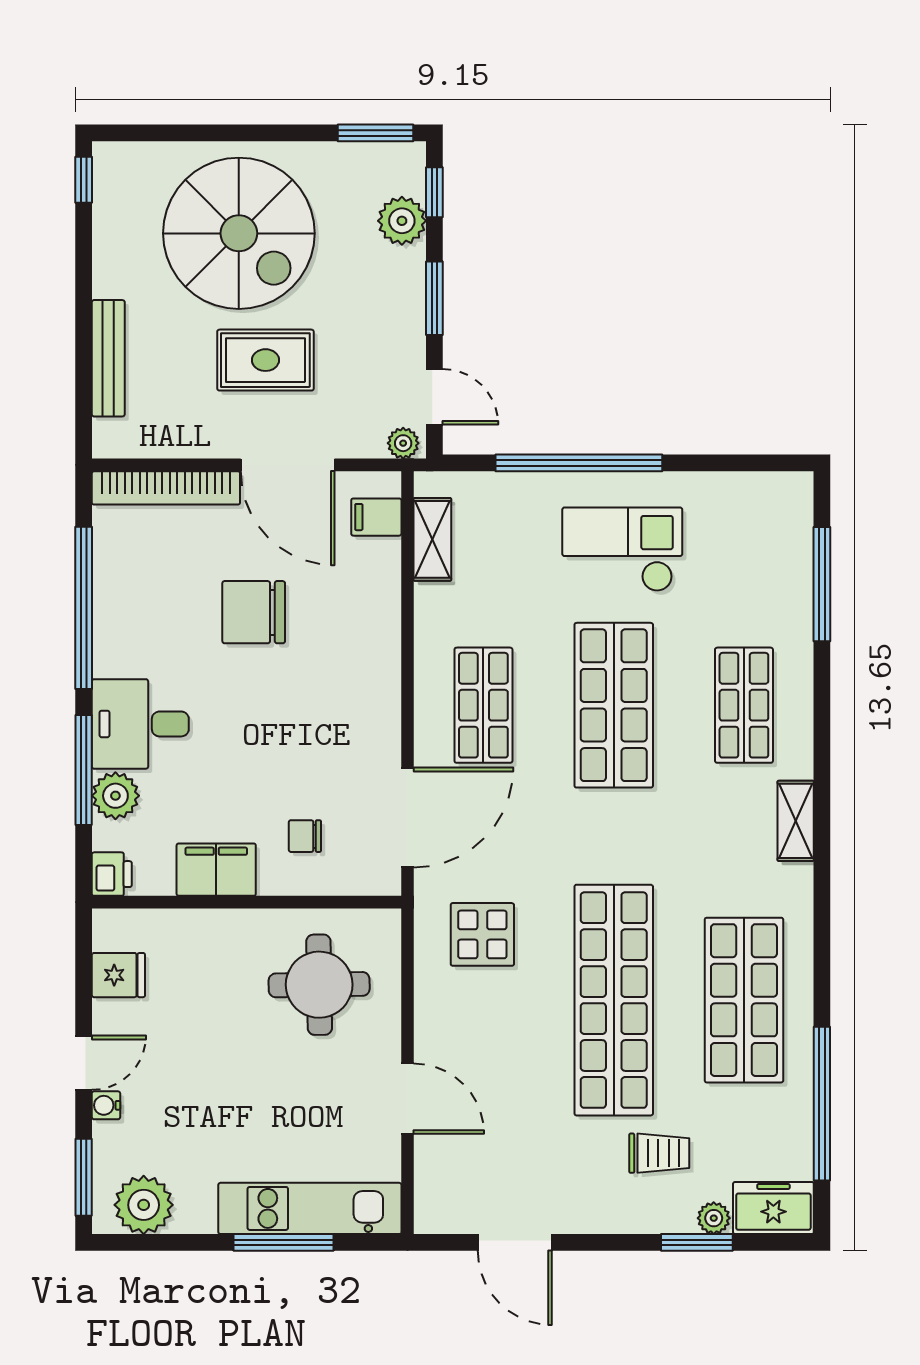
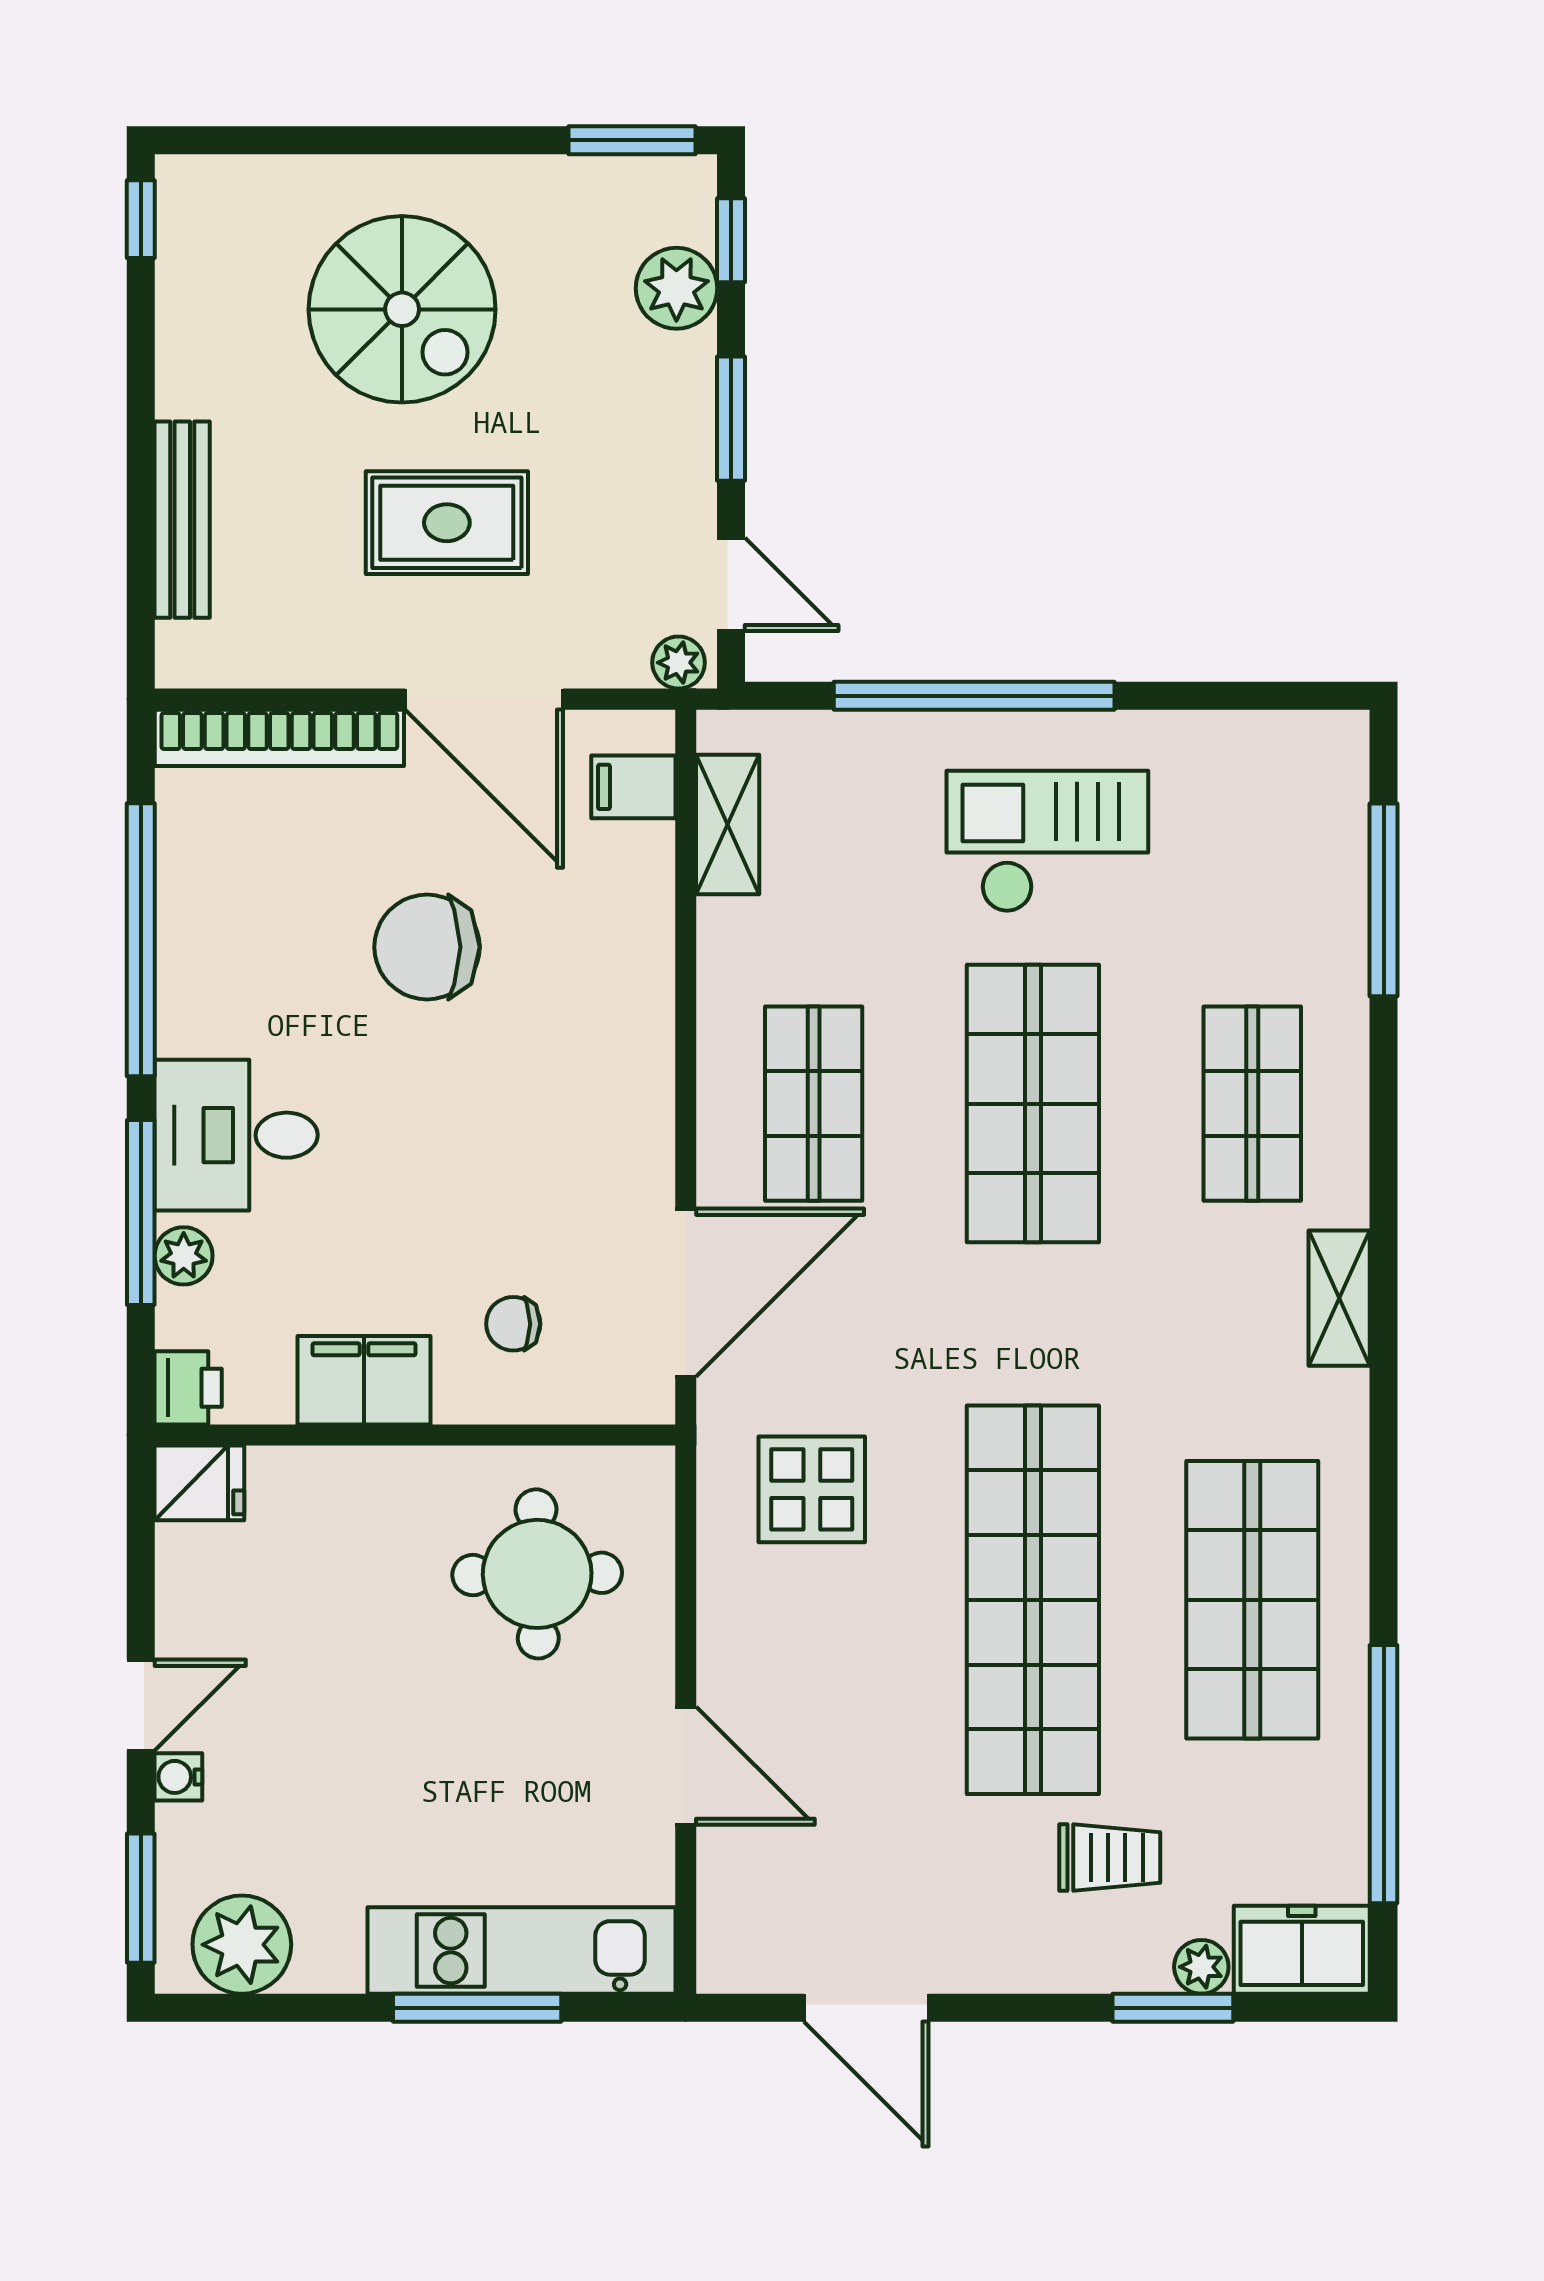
spiral stairs: (239, 233) -> (402, 309), width x0.73, depth x0.73
plant: (115, 796) -> (184, 1256), width x0.73, depth x0.73
fridge: (118, 975) -> (199, 1483), moved

